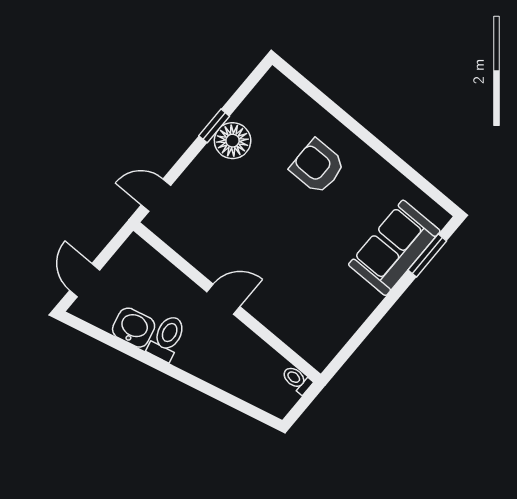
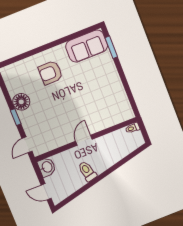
window: (214, 126) -> (16, 117), moved
sofa: (394, 248) -> (87, 46), moved, turned -90
washbasin: (134, 328) -> (47, 167), moved, turned 103

